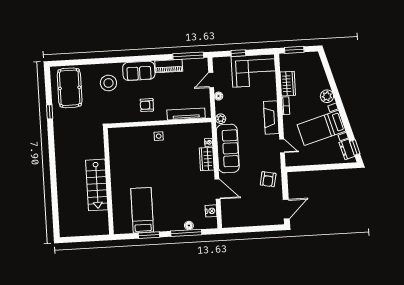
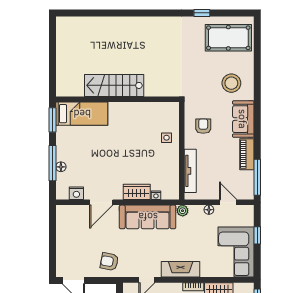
wall: (108, 181) -> (117, 99), moved
stairs: (97, 185) -> (114, 85), moved

